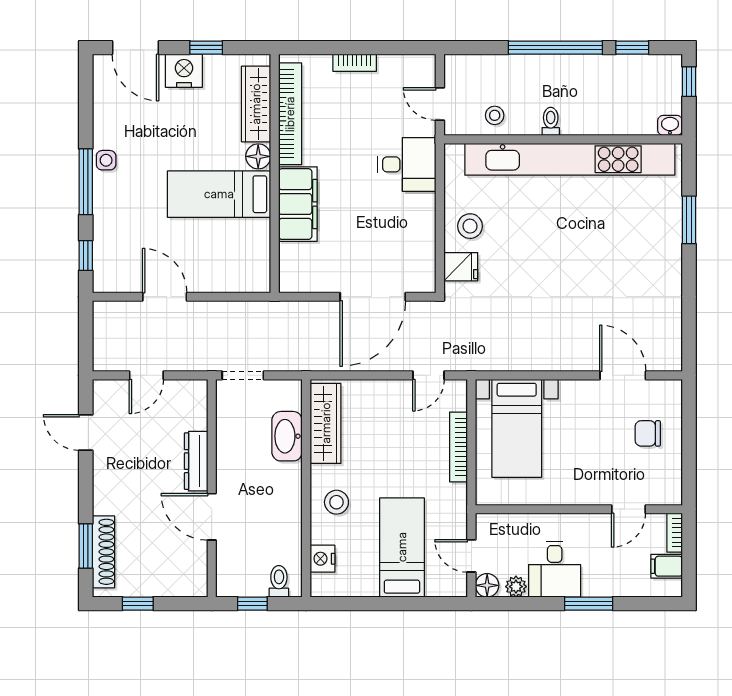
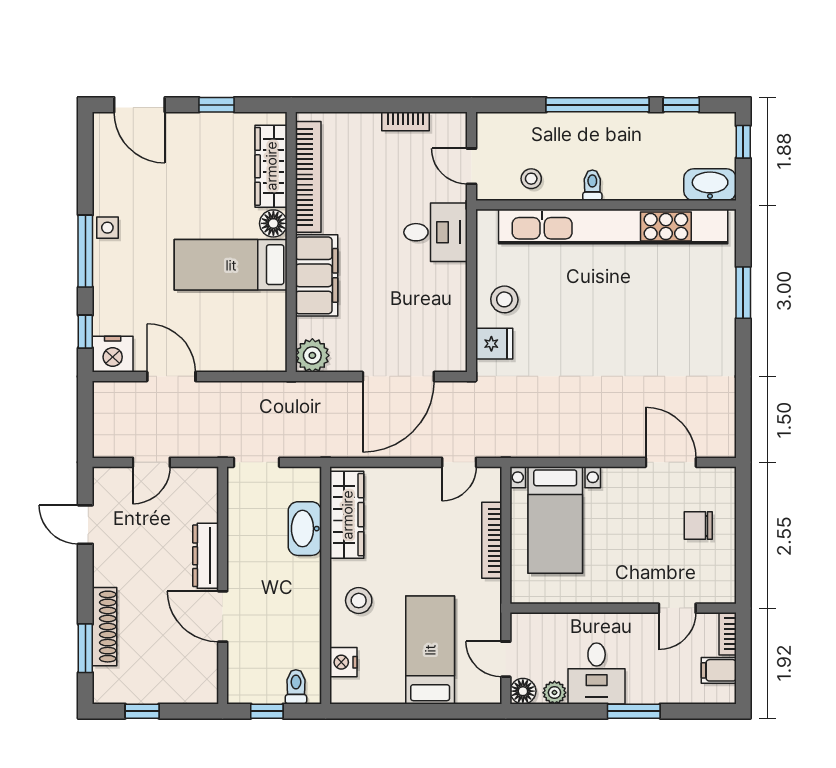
bookcase: (355, 63) -> (406, 121), moved
nightstand: (184, 71) -> (113, 354), moved, turned 180
washbasin: (670, 125) -> (710, 185), width x1.91, depth x1.45
plant: (294, 277) -> (312, 355), added
shoe rack: (103, 552) -> (105, 627), moved

